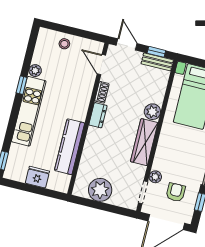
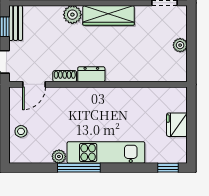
window: (22, 85) -> (79, 168), width x2.17
kitchen counter: (70, 147) -> (134, 97), removed
plant: (100, 190) -> (180, 45), width x0.53, depth x0.53

